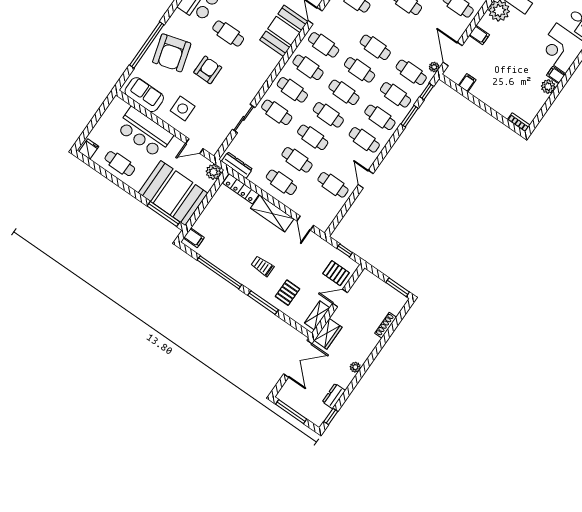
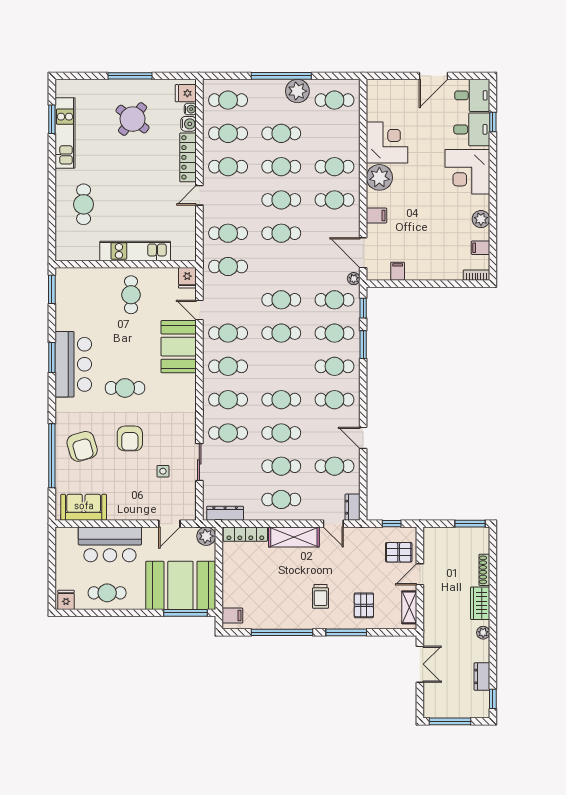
armchair: (172, 53) -> (82, 446), width x0.73, depth x0.73
armchair: (208, 70) -> (130, 438), turned 180
filing cabinet: (556, 75) -> (481, 248), moved
cafe table: (344, 92) -> (281, 366), removed
side table: (183, 109) -> (163, 471), moved, width x0.54, depth x0.54
dresser: (326, 221) -> (352, 507), added
trolley: (262, 266) -> (321, 596), turned -90
wardrobe: (328, 334) -> (480, 603), moved, turned 180
double door: (298, 359) -> (420, 664), width x0.73

